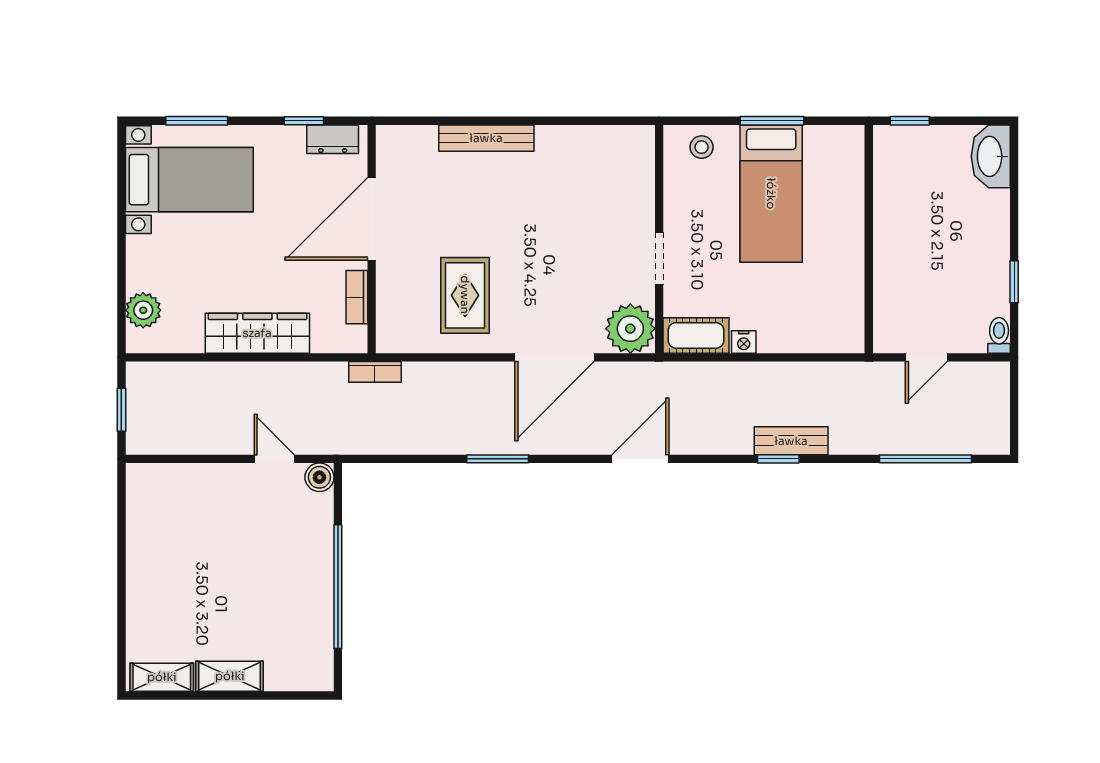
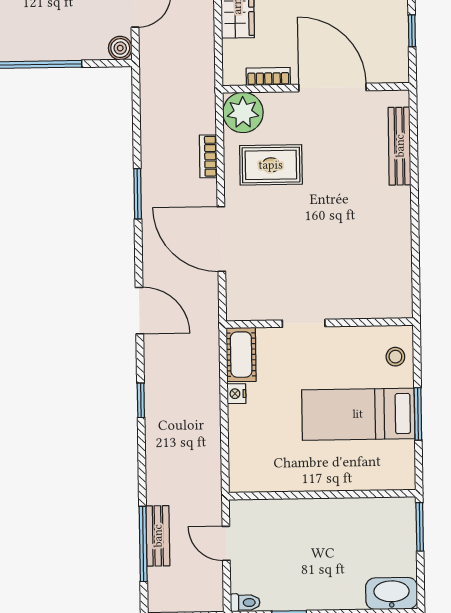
window: (910, 121) -> (420, 527), width x1.50
bench: (486, 138) -> (400, 146), moved
dresser: (333, 139) -> (397, 55), removed
plant: (630, 329) -> (243, 112), moved
bookcase: (375, 372) -> (208, 156), moved
bench: (791, 441) -> (158, 536), moved
window: (778, 459) -> (141, 400), moved

